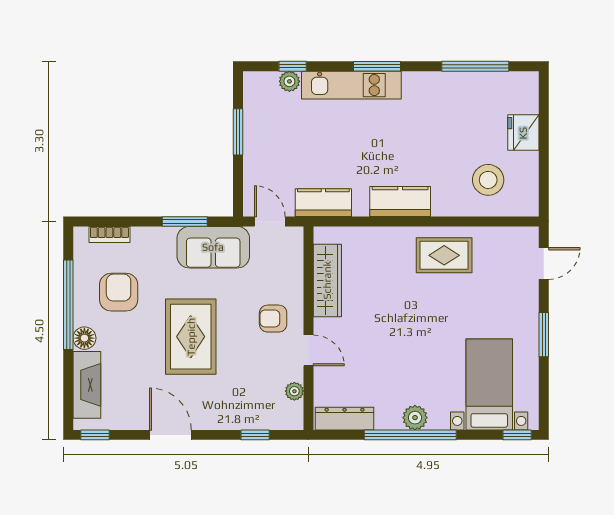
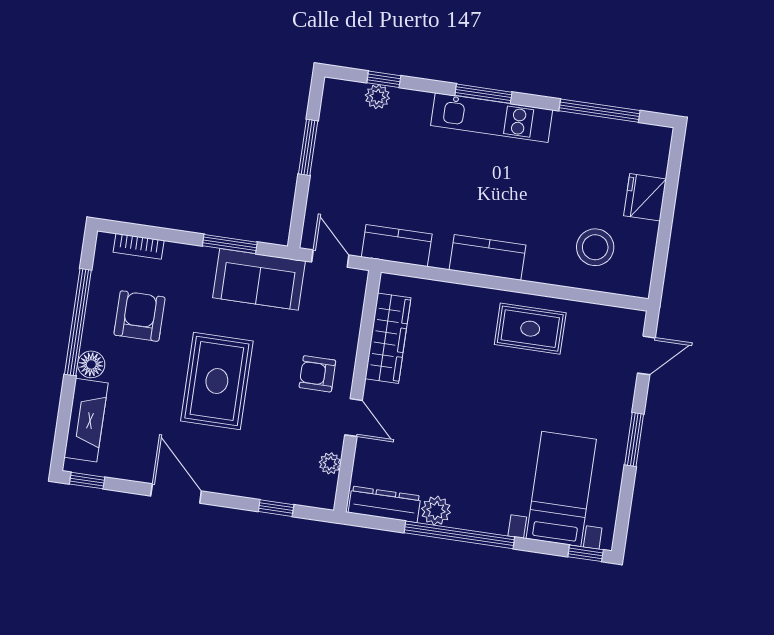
kitchen unit: (351, 85) -> (492, 118), moved
plant: (415, 418) -> (436, 511), moved

